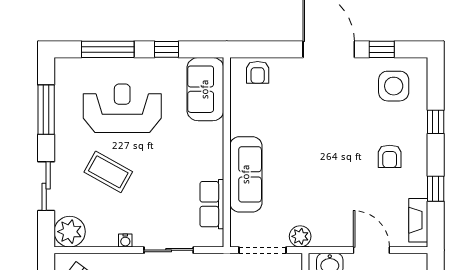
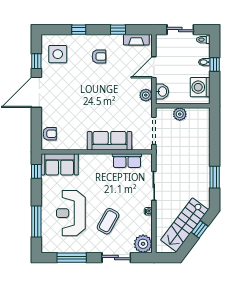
window: (166, 49) -> (36, 171), moved
plant: (300, 236) -> (146, 95), moved

